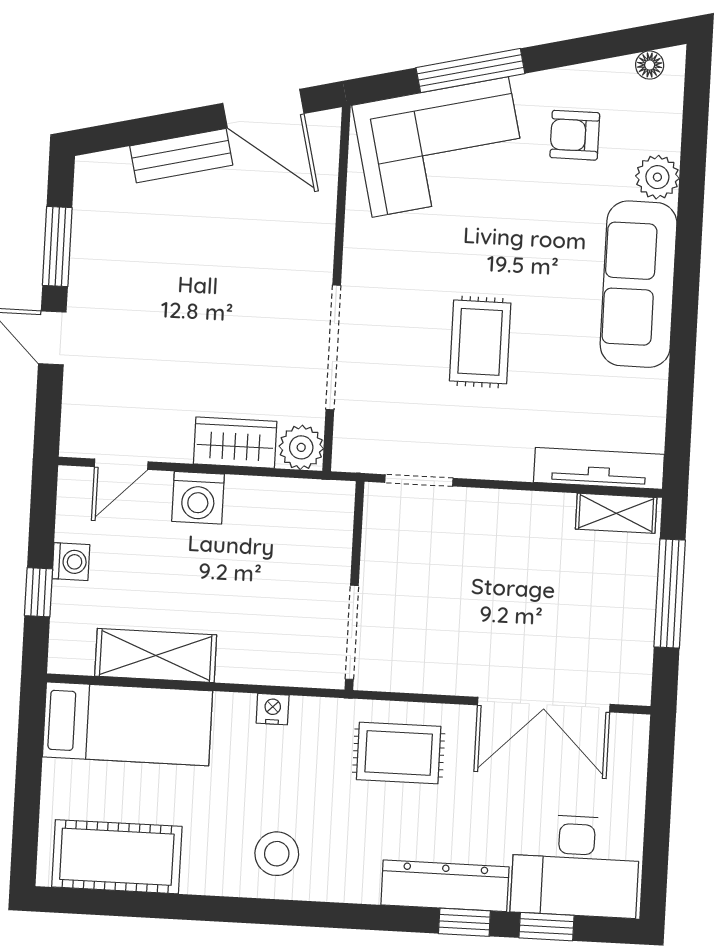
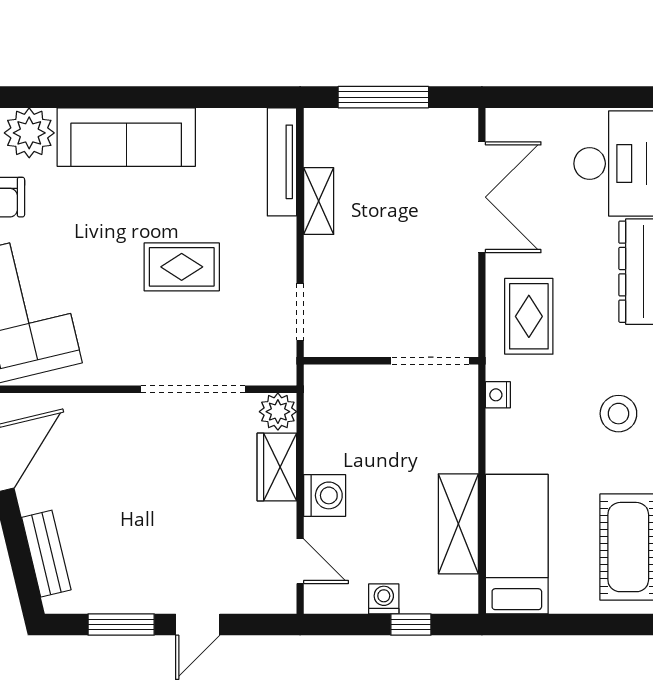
bench: (181, 156) -> (46, 554), moved
plant: (657, 177) -> (29, 133), width x1.36, depth x1.36
shelving: (616, 513) -> (319, 201), moved
nightstand: (273, 709) -> (498, 395), moved

